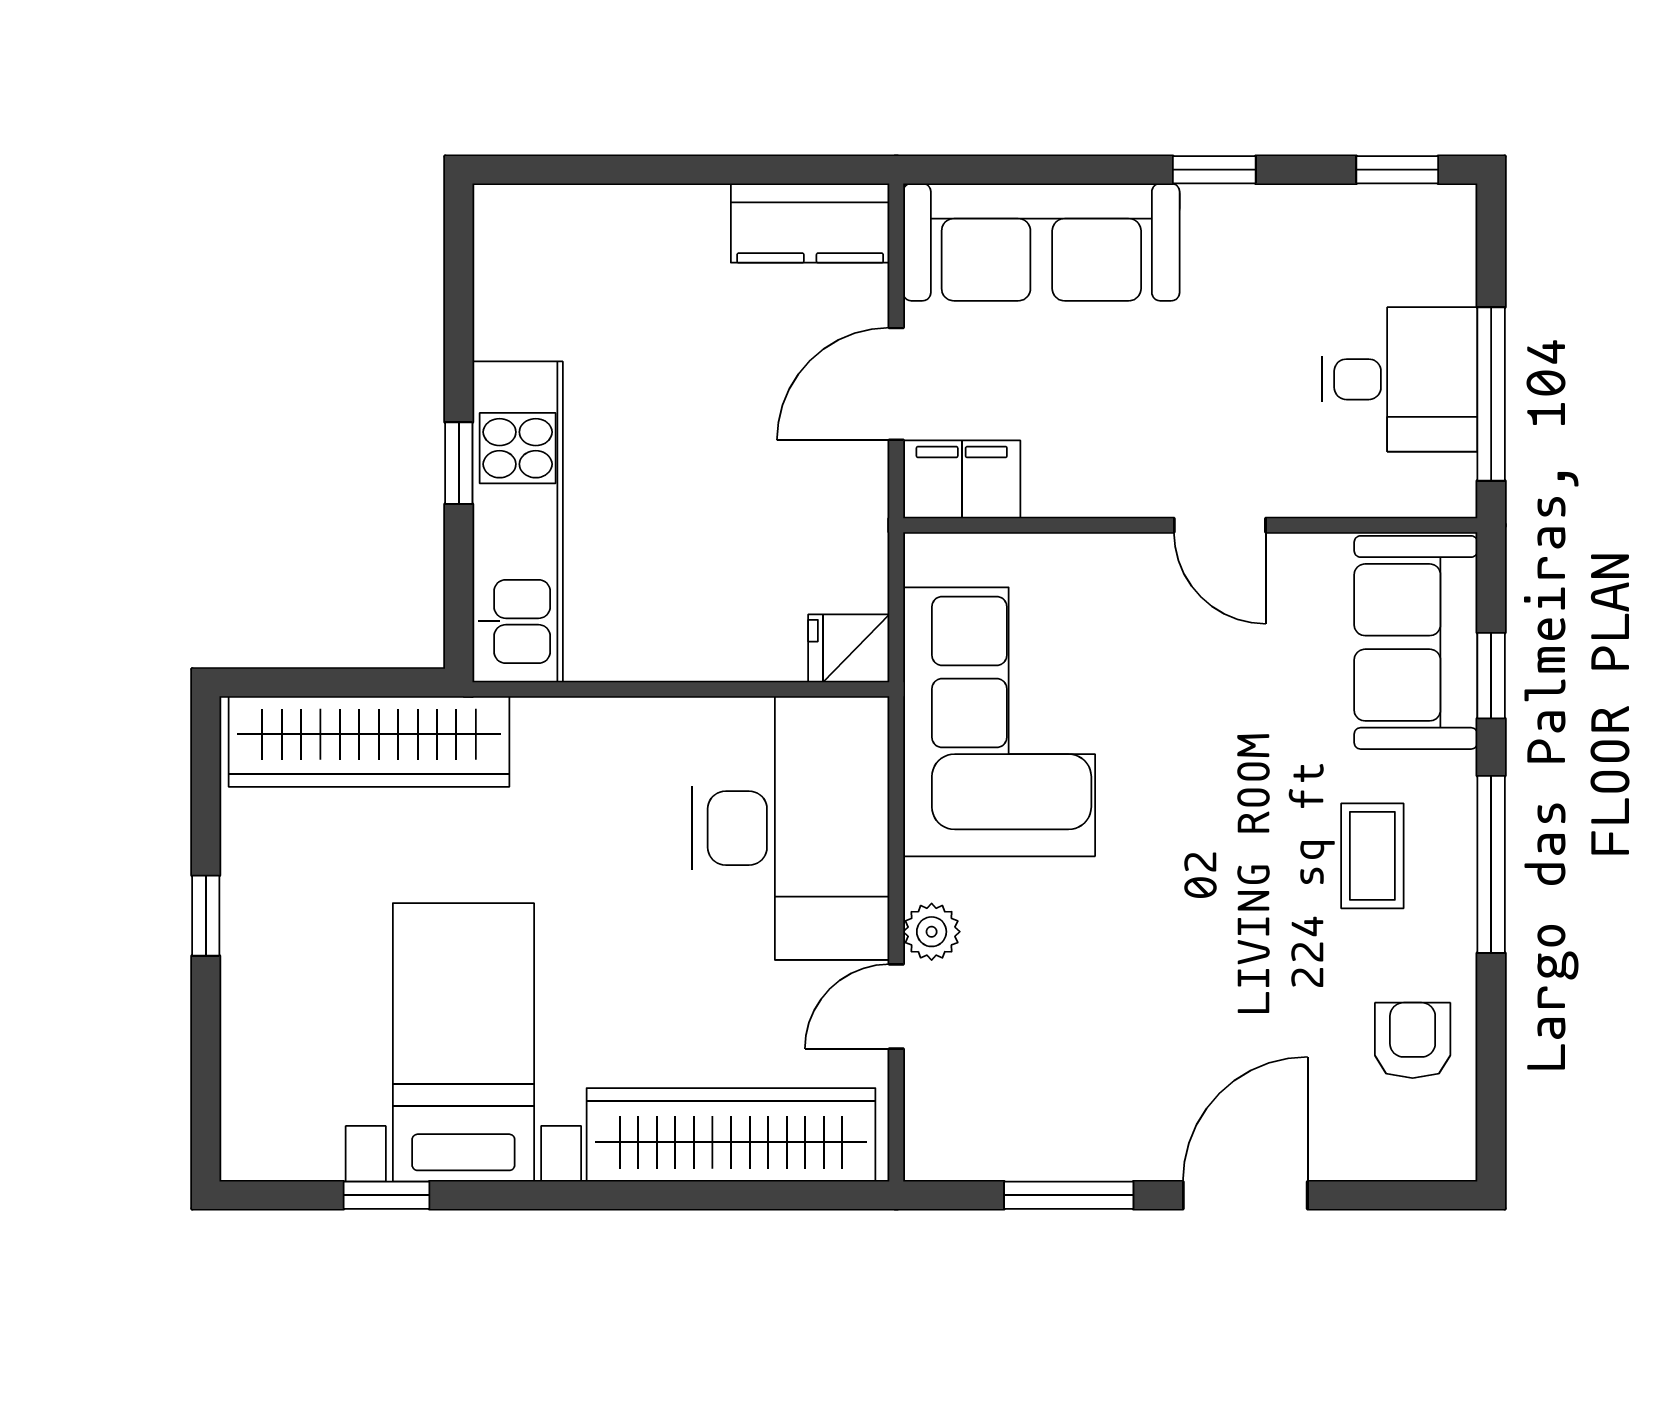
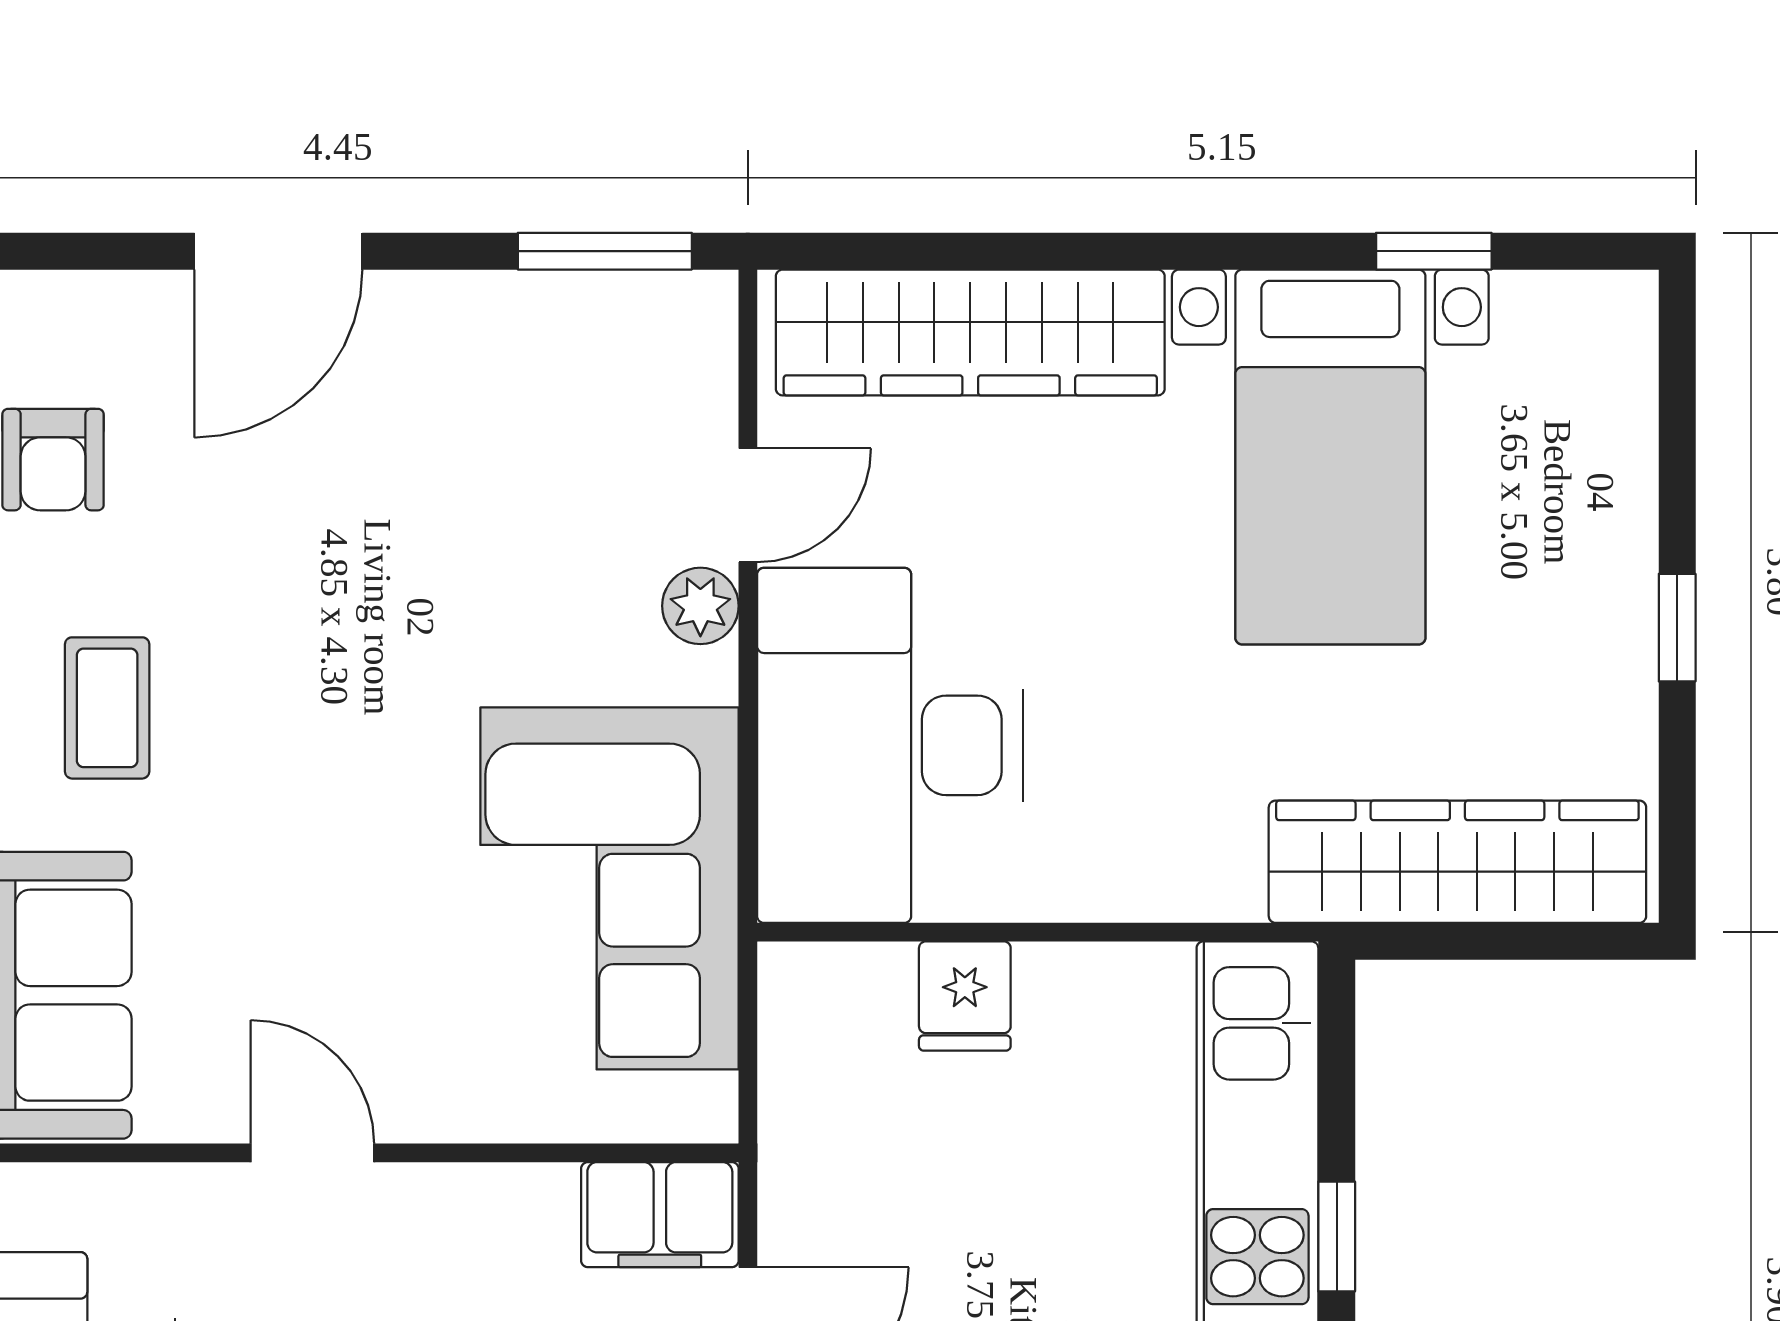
fridge: (849, 648) -> (965, 996), moved, turned 90
window: (1069, 1195) -> (605, 251), moved

